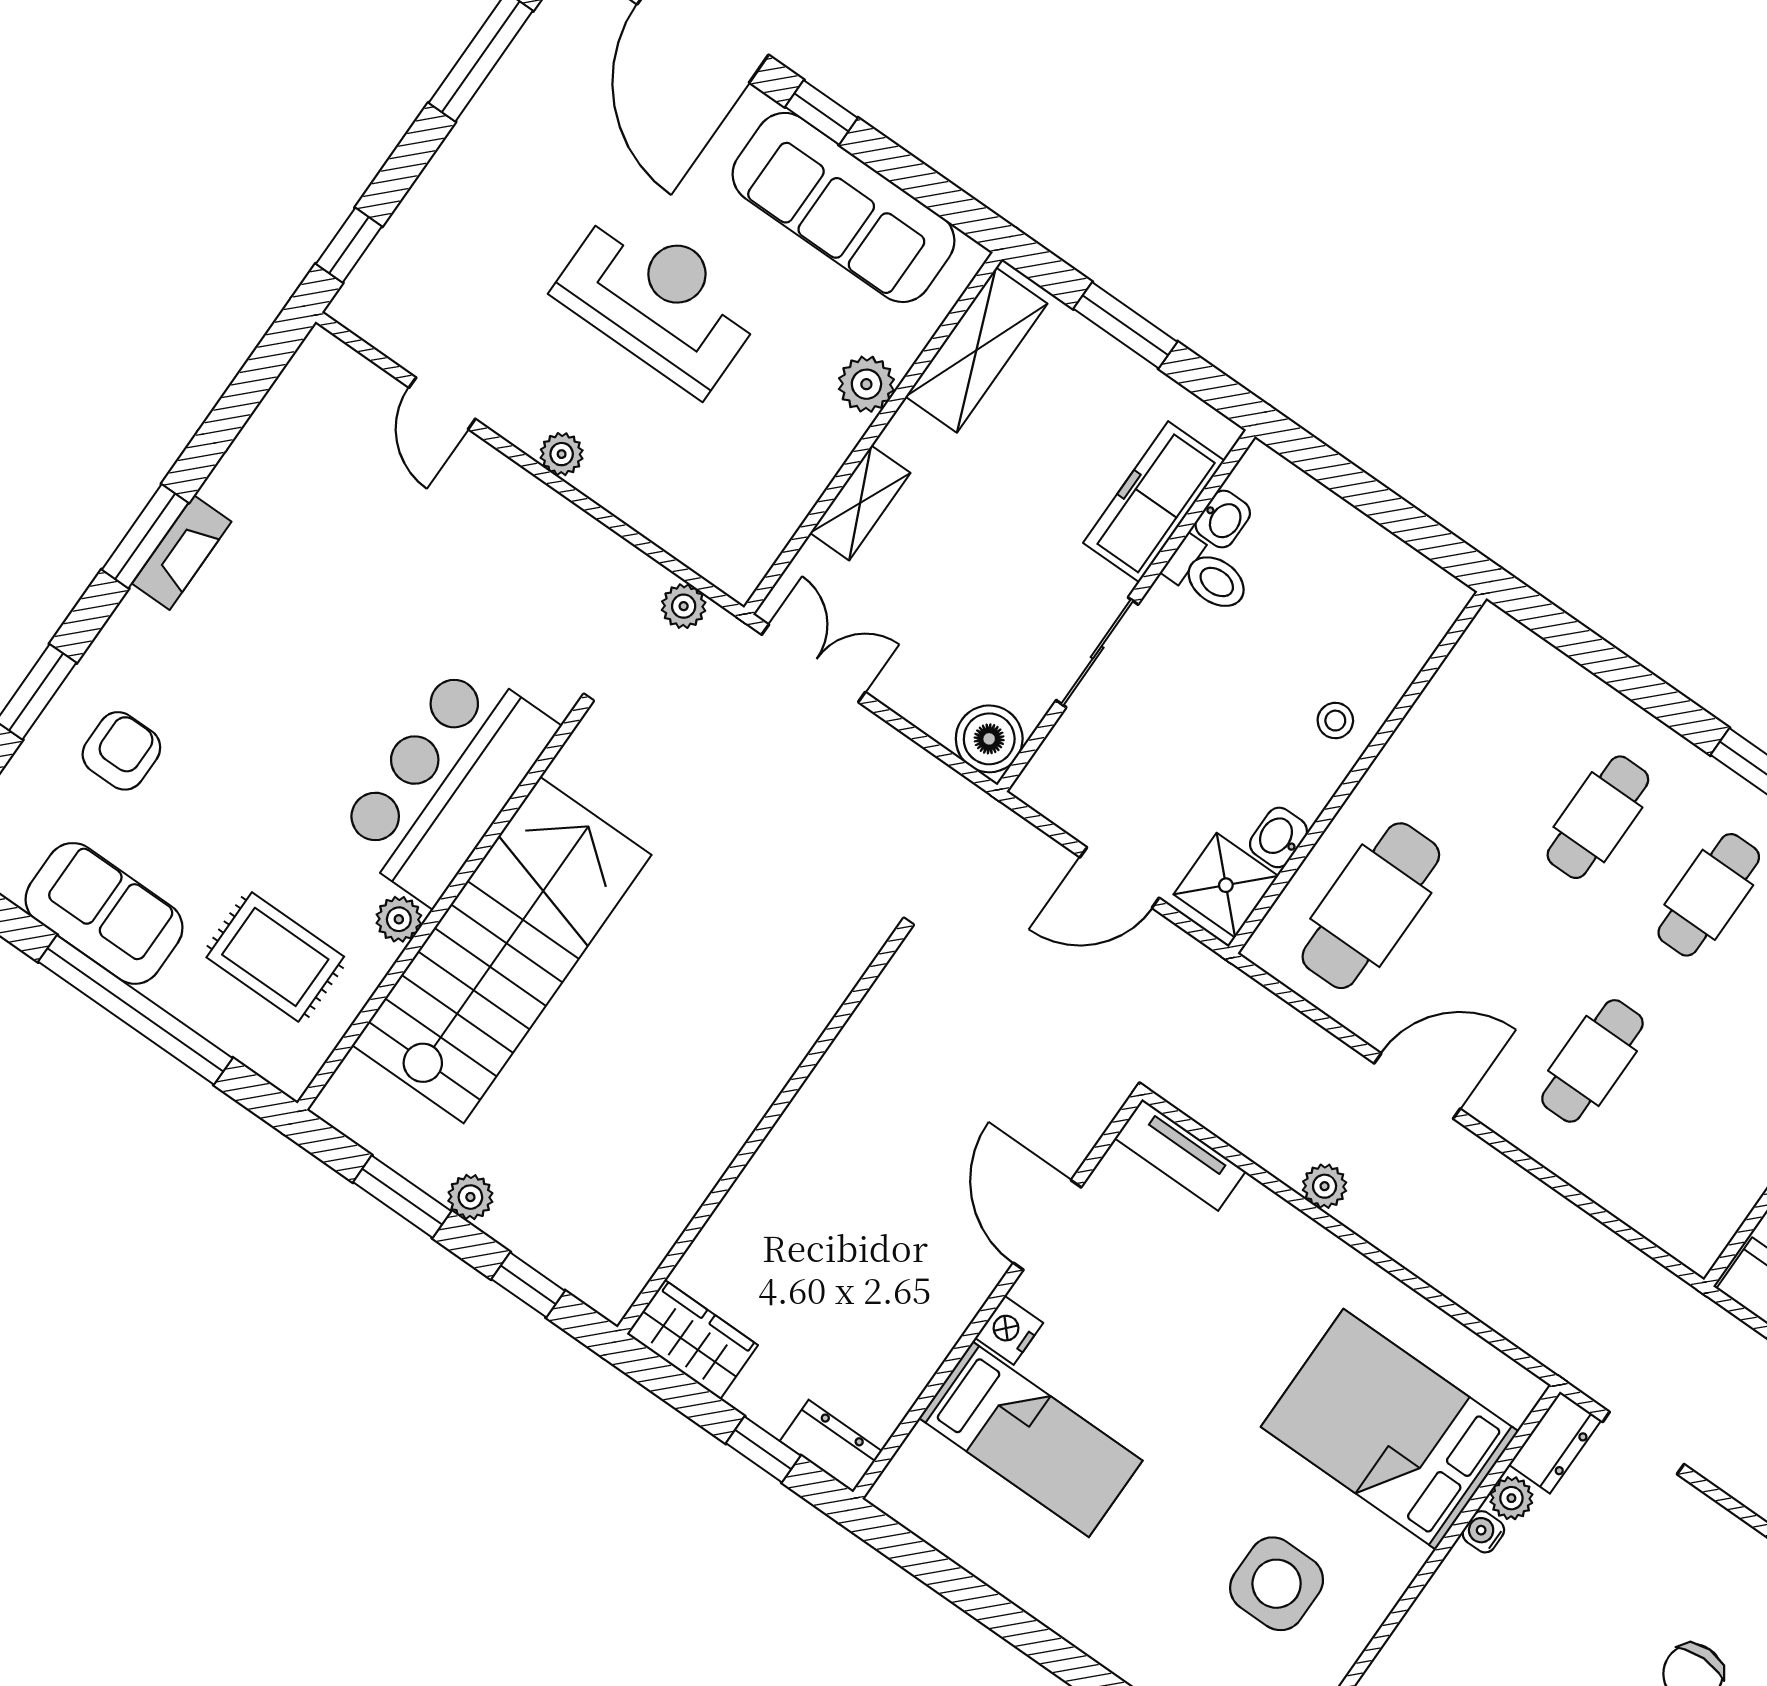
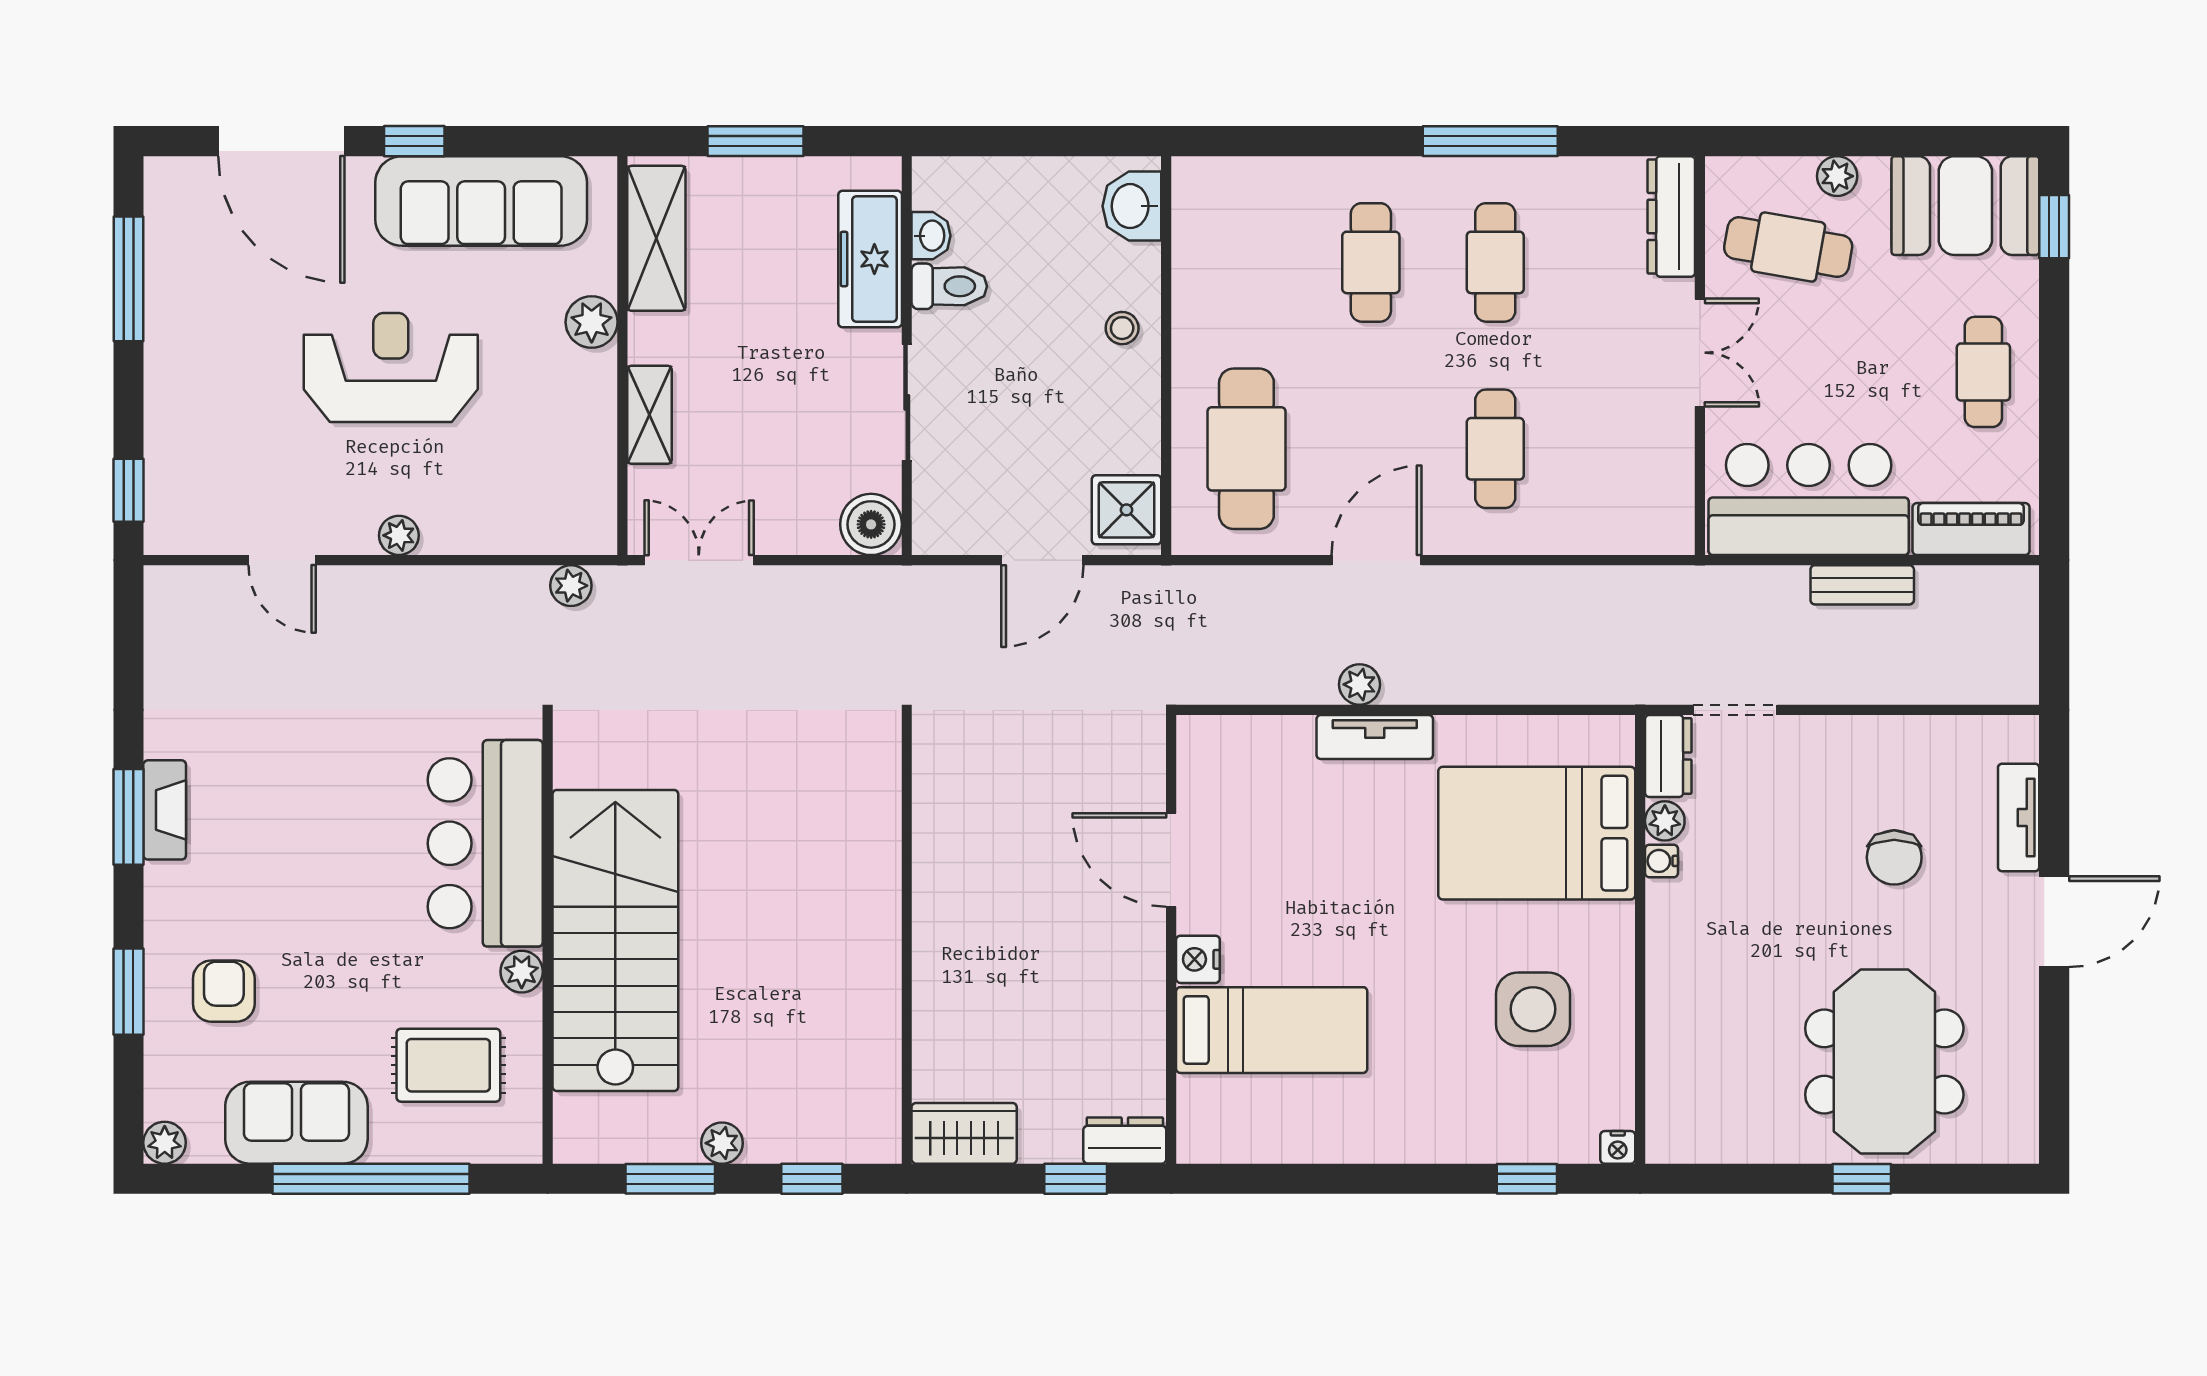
washbasin: (1278, 837) -> (1132, 206), moved, width x1.38, depth x1.45
tv unit: (1180, 1155) -> (1375, 737), moved

